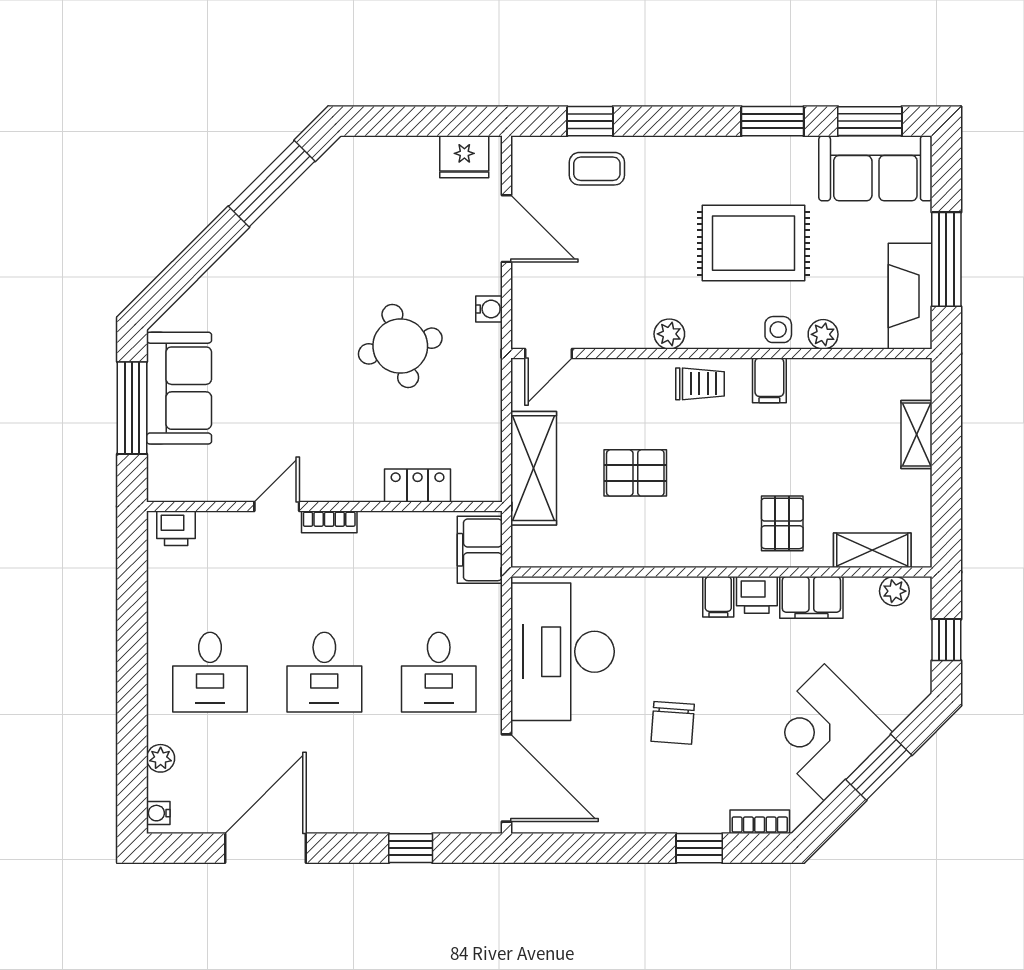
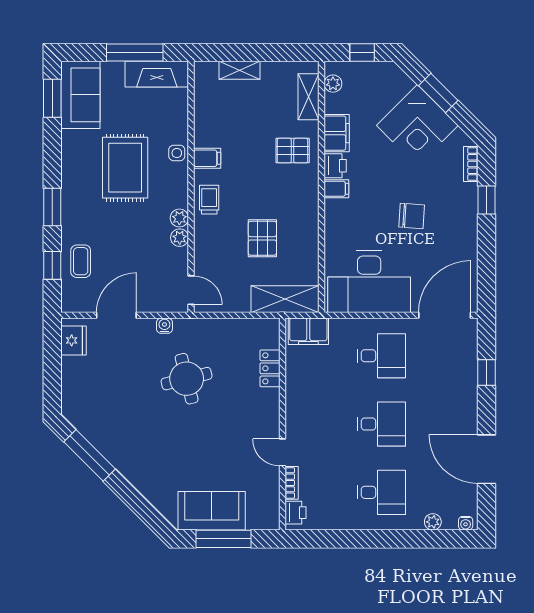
window: (772, 121) -> (52, 207), moved
plant: (823, 334) -> (180, 238), moved
shelving: (534, 468) -> (285, 299), moved
bookcase: (329, 522) -> (292, 483), moved

